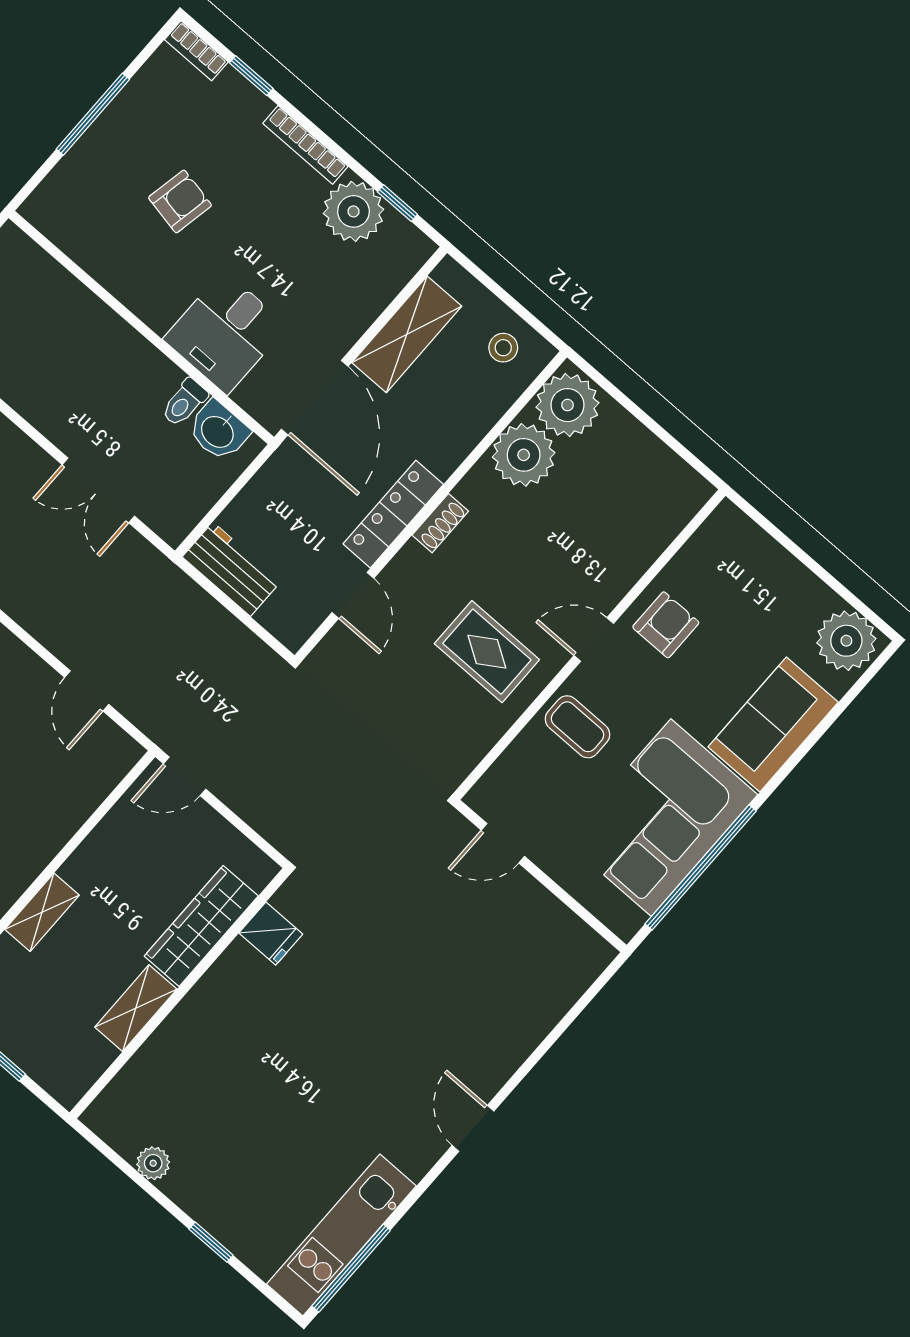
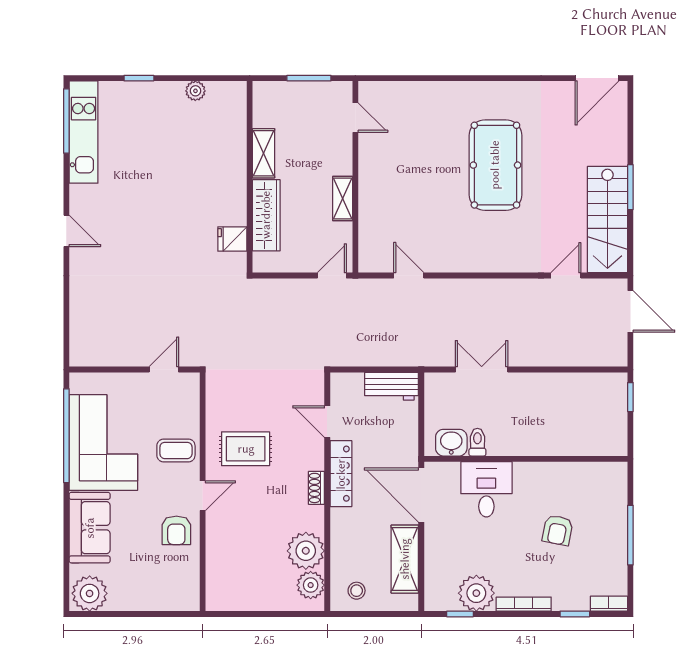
plant: (567, 405) -> (311, 585), width x0.73, depth x0.73
shelving: (42, 912) -> (343, 199), moved

